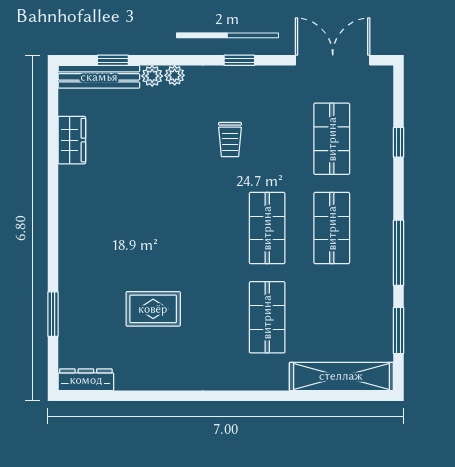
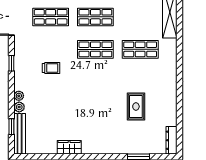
wardrobe: (72, 140) -> (69, 147), moved

